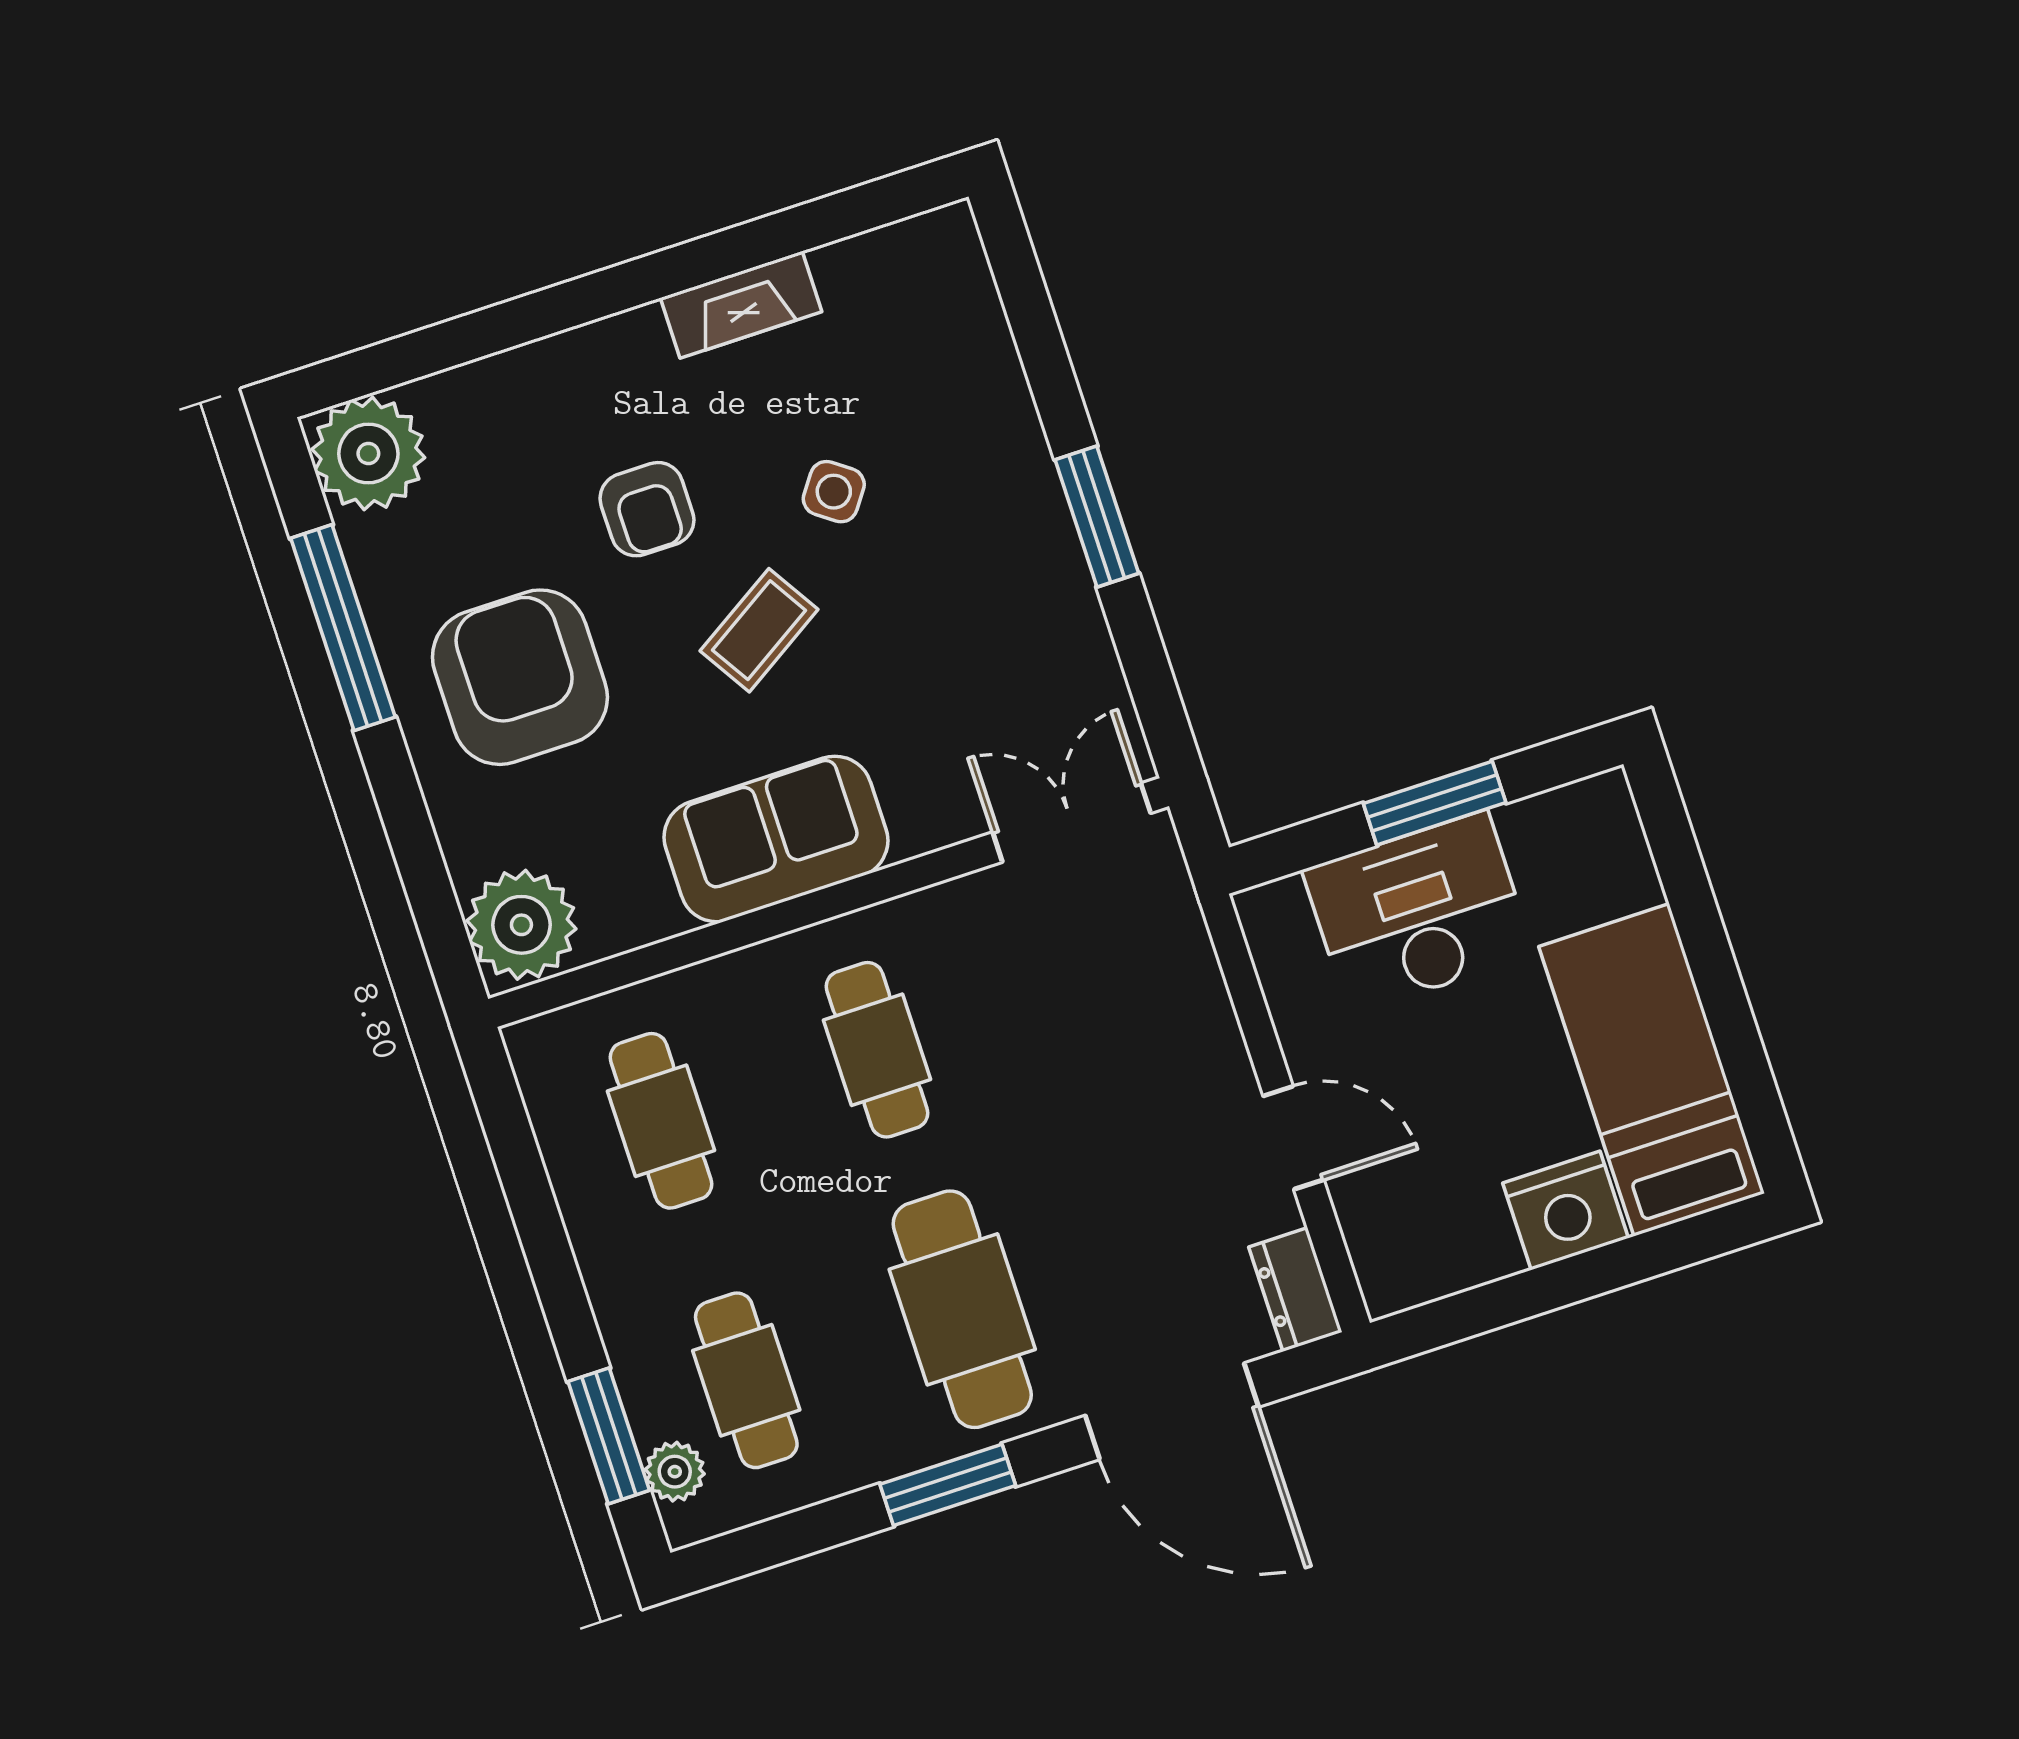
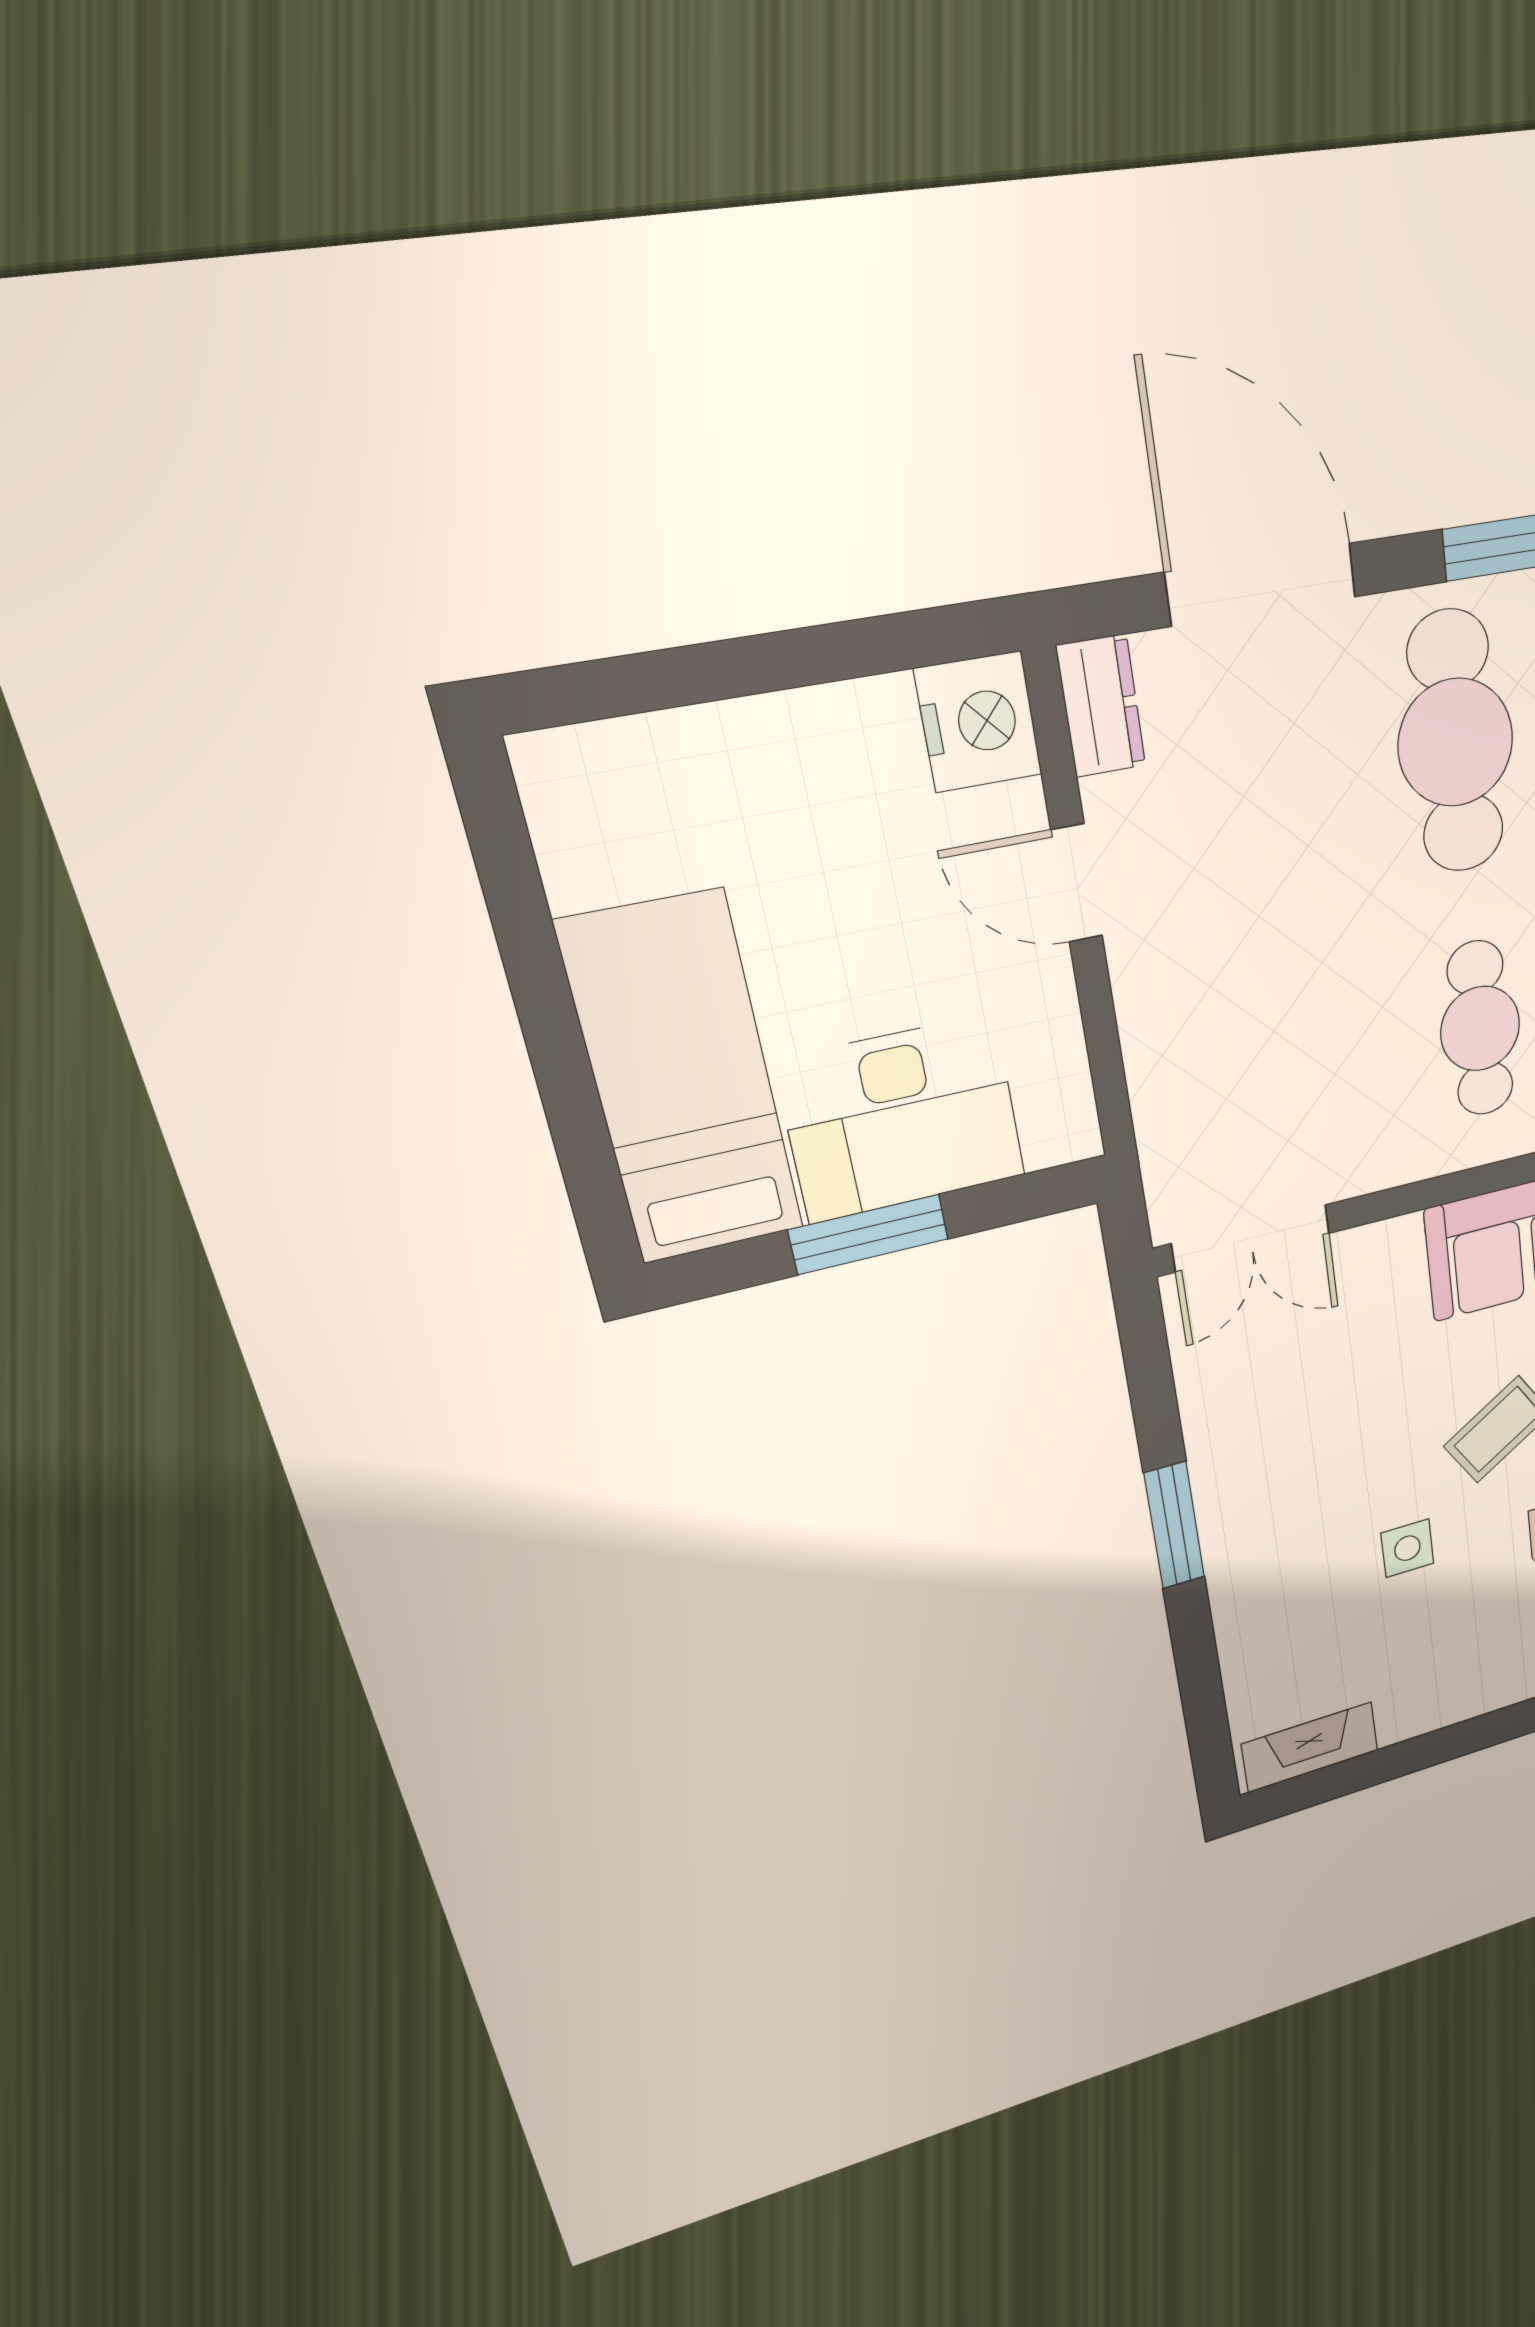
fireplace: (741, 305) -> (1310, 1747), moved
side table: (834, 492) -> (1407, 1548), turned -36
bed: (1652, 1070) -> (683, 1080), moved, turned 180
nightstand: (1566, 1210) -> (978, 722), moved, turned 90

